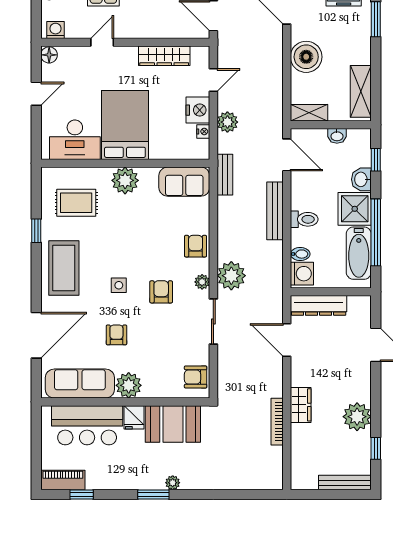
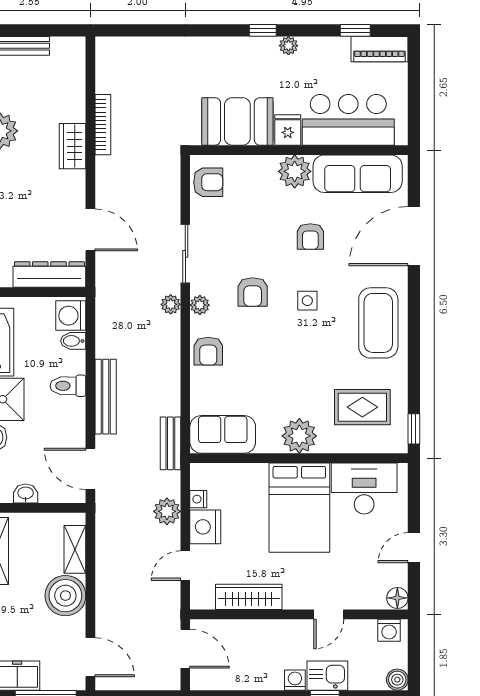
shelving: (309, 113) -> (75, 549), moved, turned 90
window: (36, 231) -> (414, 429), moved
plant: (231, 276) -> (171, 304), width x0.53, depth x0.53
plant: (173, 483) -> (288, 46), moved
window: (153, 495) -> (263, 30), width x0.67

